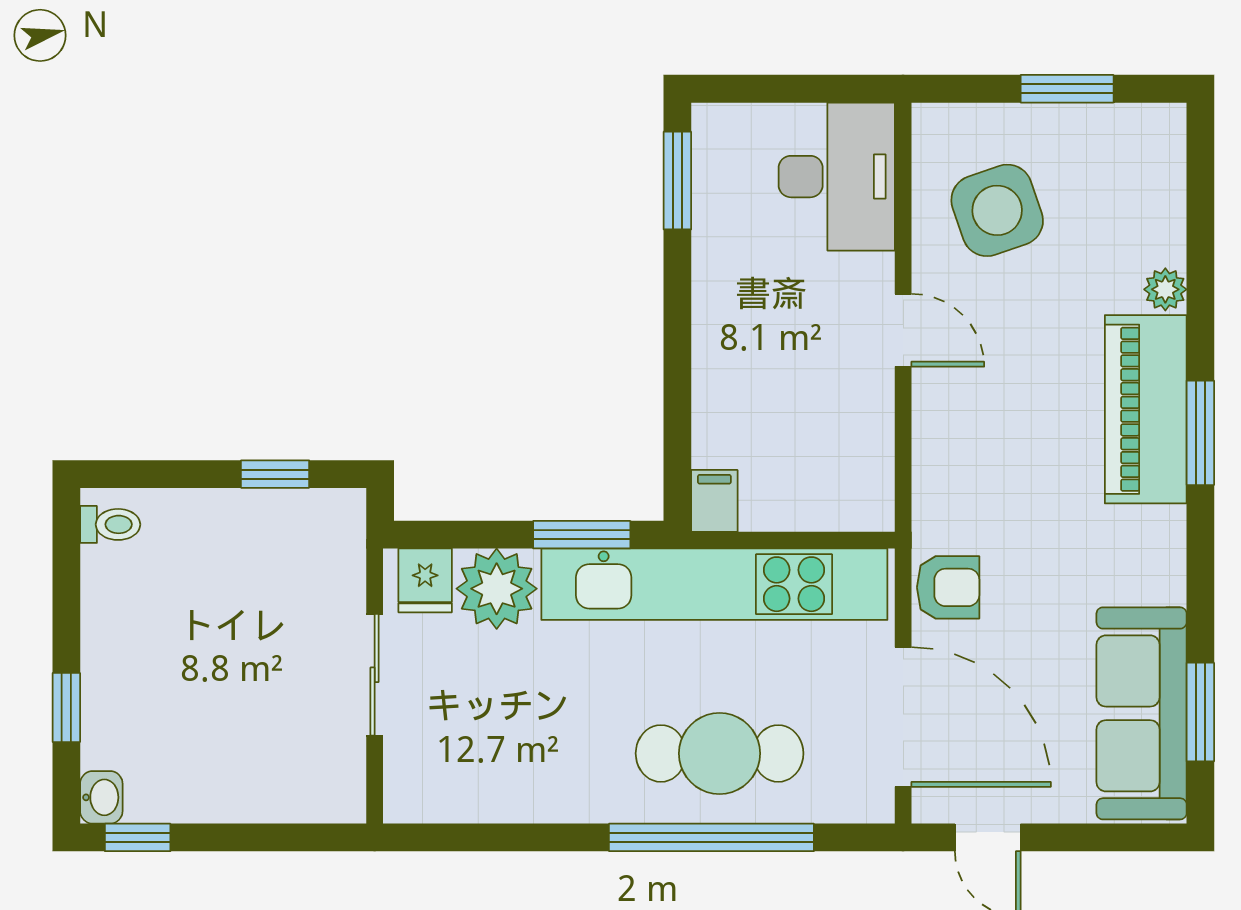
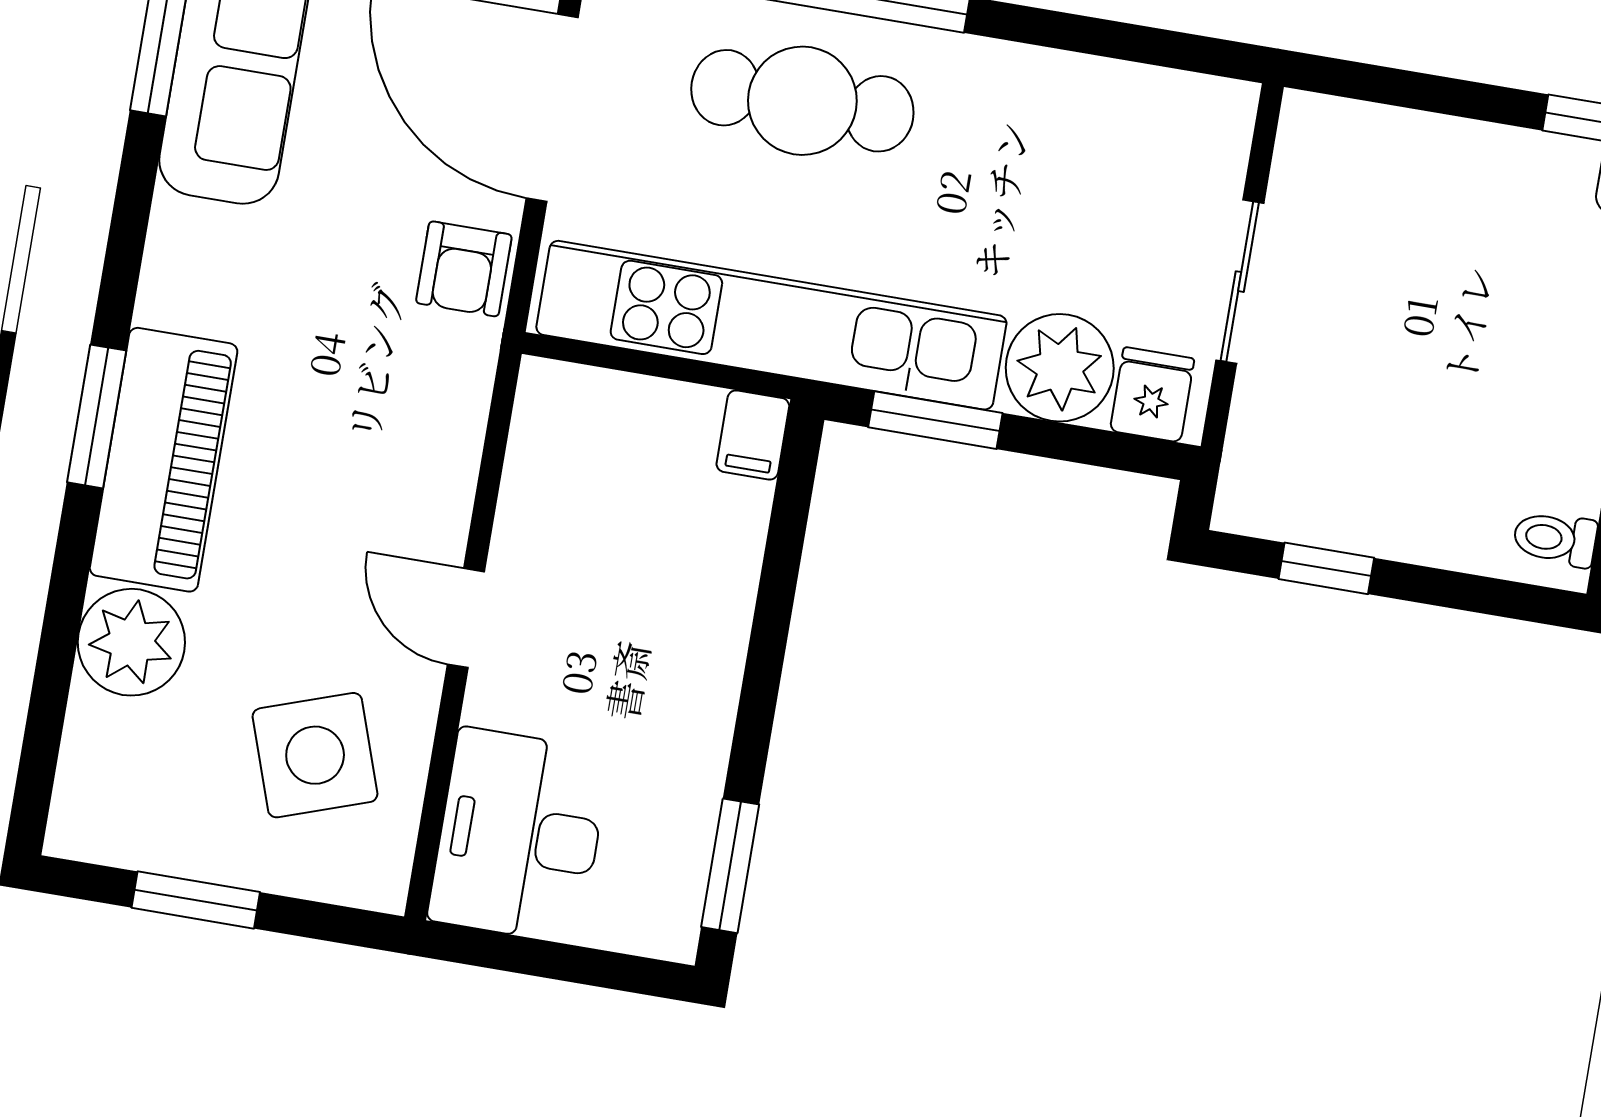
plant: (1165, 289) -> (131, 642), width x1.87, depth x1.87
armchair: (948, 587) -> (464, 269), turned -90

